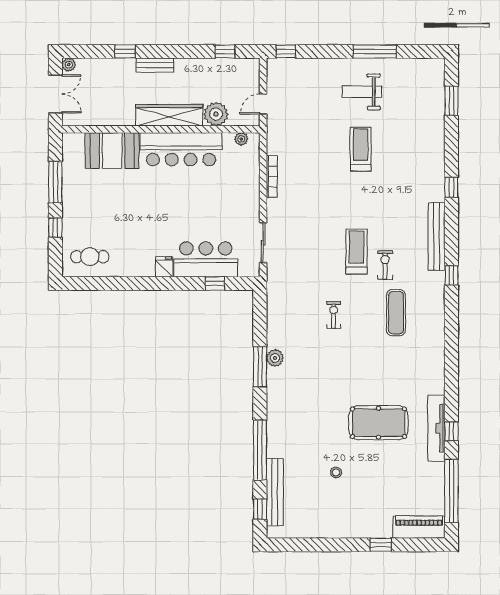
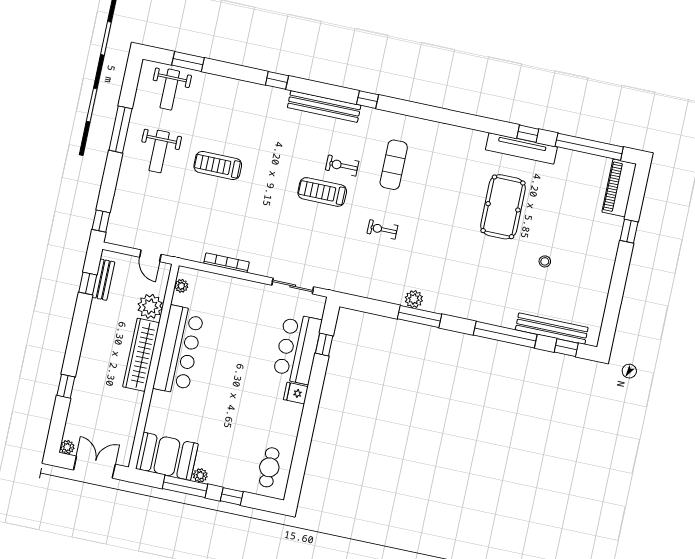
bench: (155, 65) -> (103, 280), moved
weight bench: (422, 89) -> (170, 90), added
booth: (112, 150) -> (167, 456), moved, turned 90
plant: (69, 194) -> (200, 475), added
exercise mat: (396, 313) -> (394, 165), turned 90

